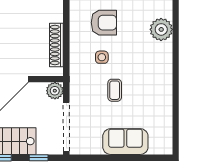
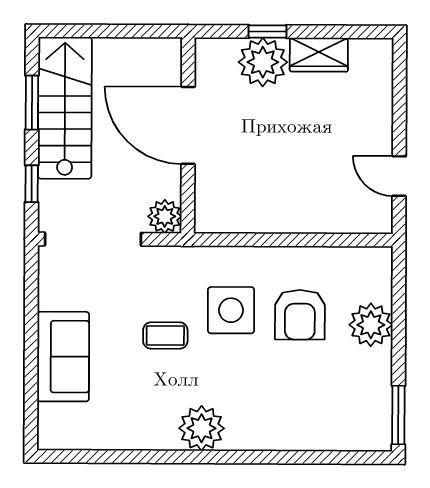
plant: (161, 29) -> (202, 428), moved
shoe rack: (56, 45) -> (256, 220), removed
side table: (102, 57) -> (231, 310), width x1.87, depth x1.87

